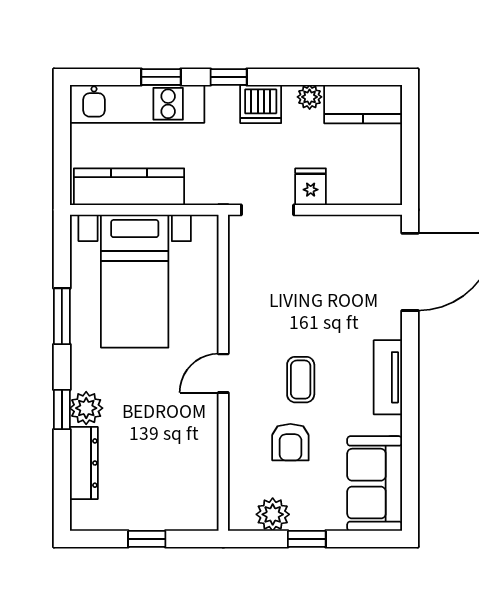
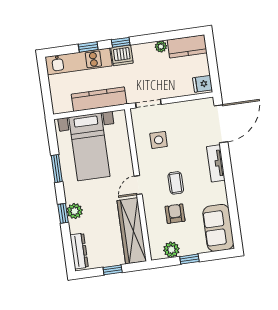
dishwasher: (261, 104) -> (122, 55), moved
kitchen counter: (129, 187) -> (99, 99), moved
fridge: (311, 187) -> (202, 84), moved, turned -90
side table: (278, 287) -> (159, 140), added
tv unit: (388, 377) -> (216, 163), moved
armchair: (290, 442) -> (175, 214), turned 180
dresser: (84, 463) -> (79, 251), moved
wardrobe: (197, 465) -> (132, 231), added

